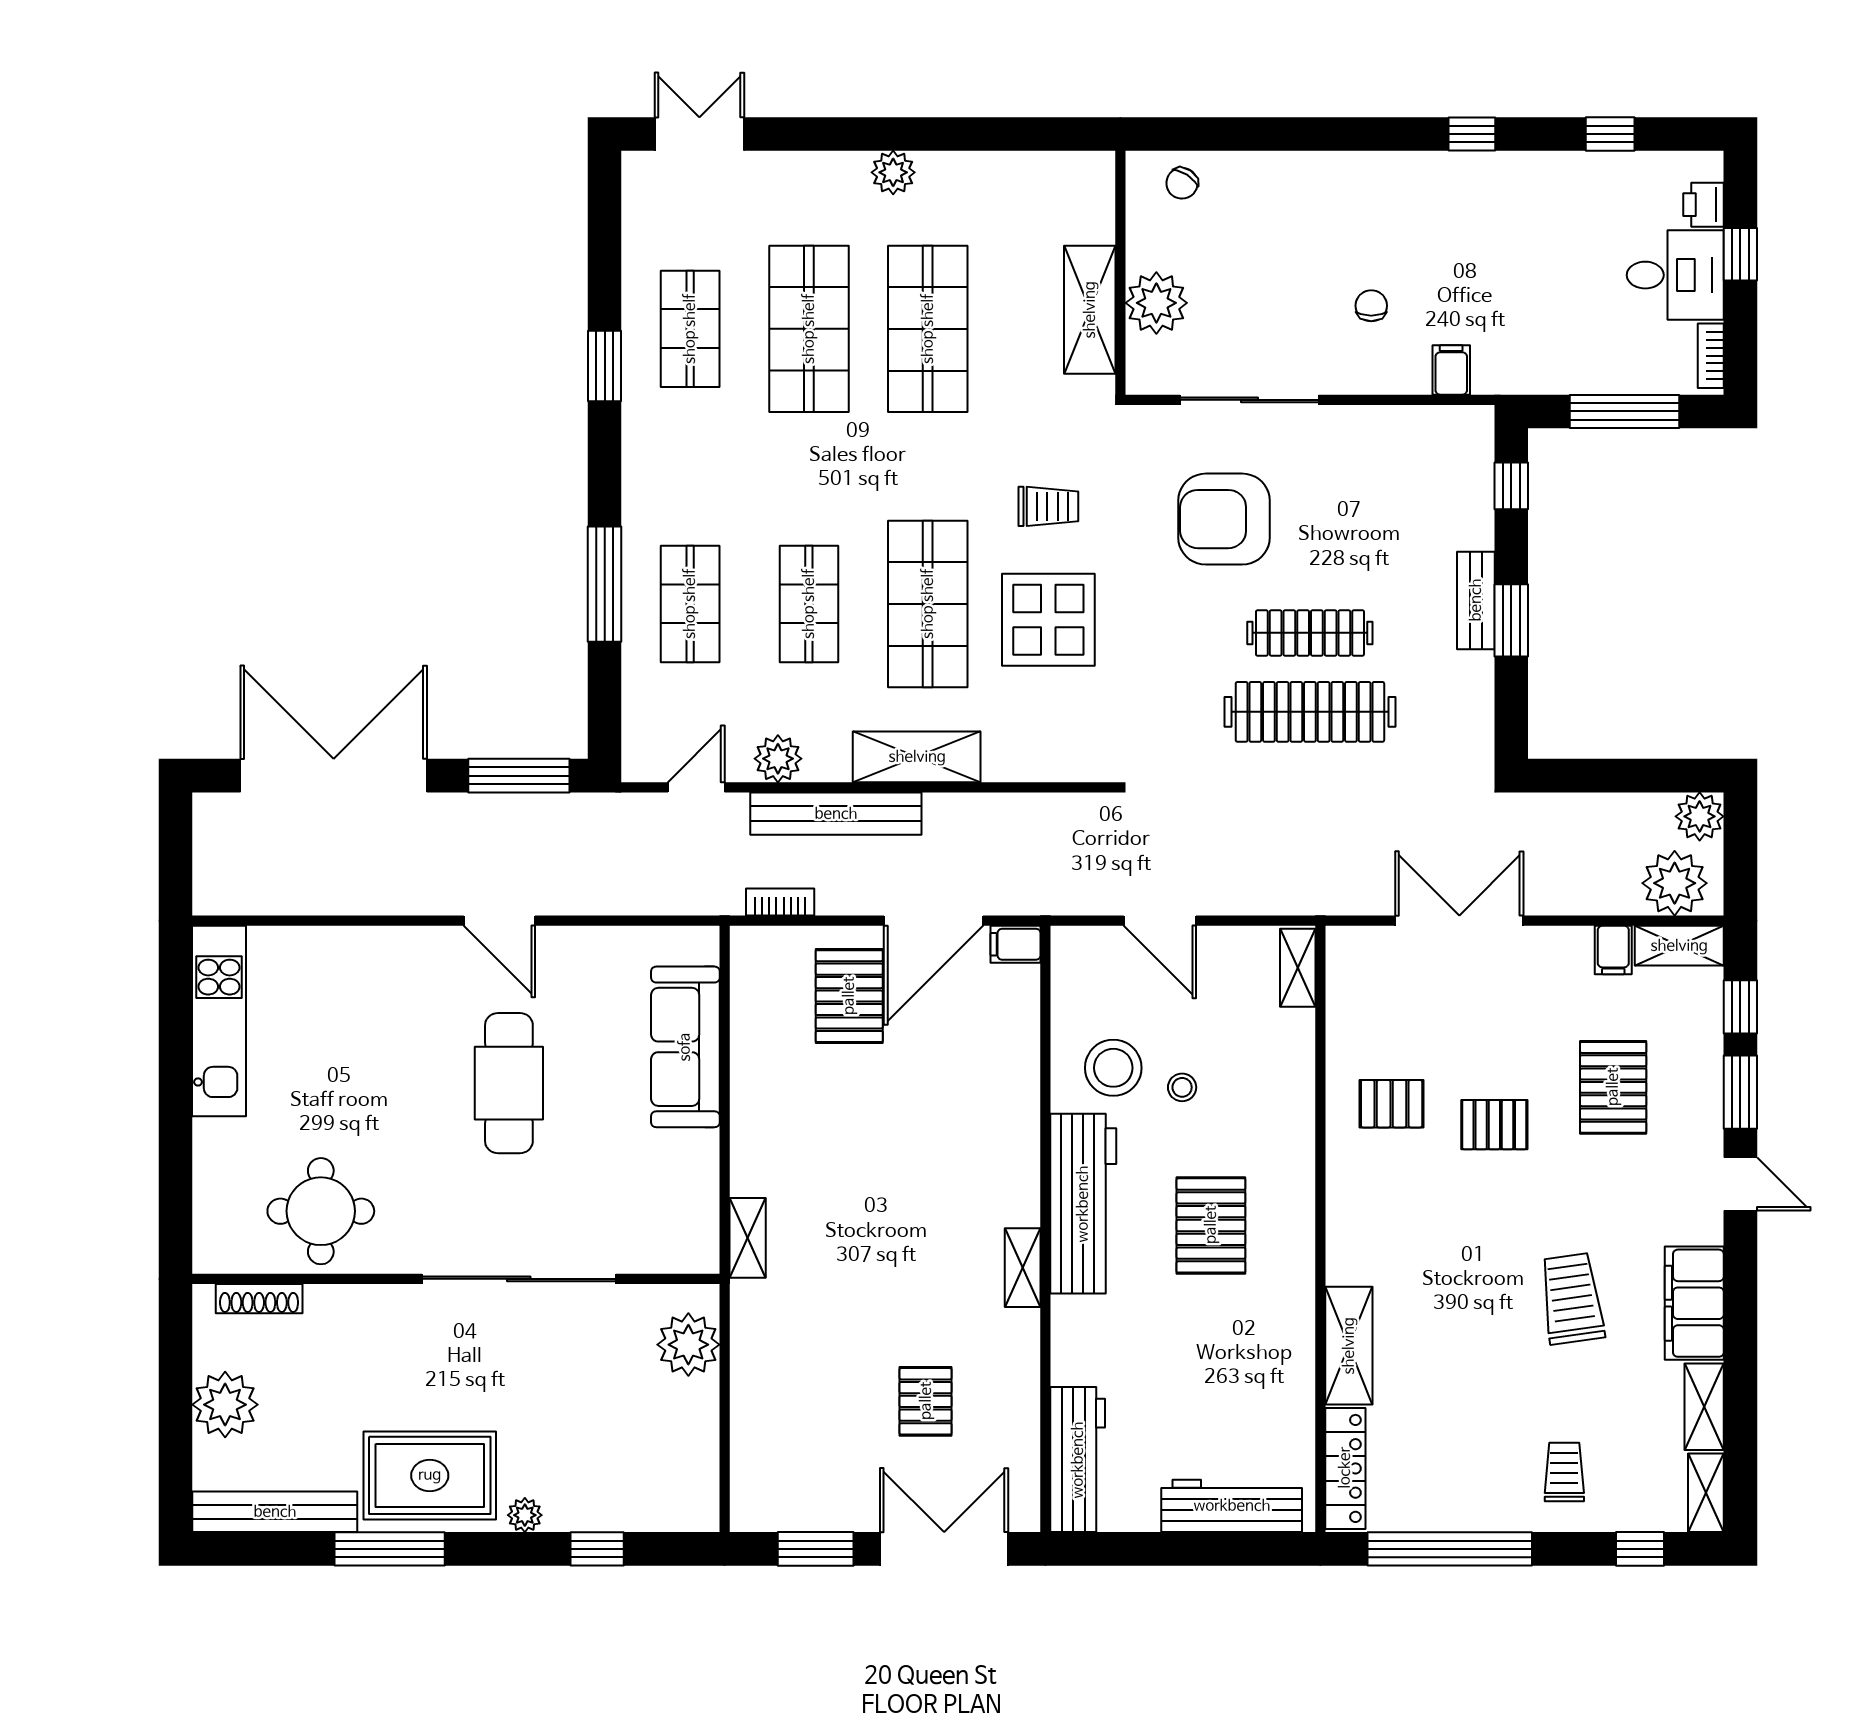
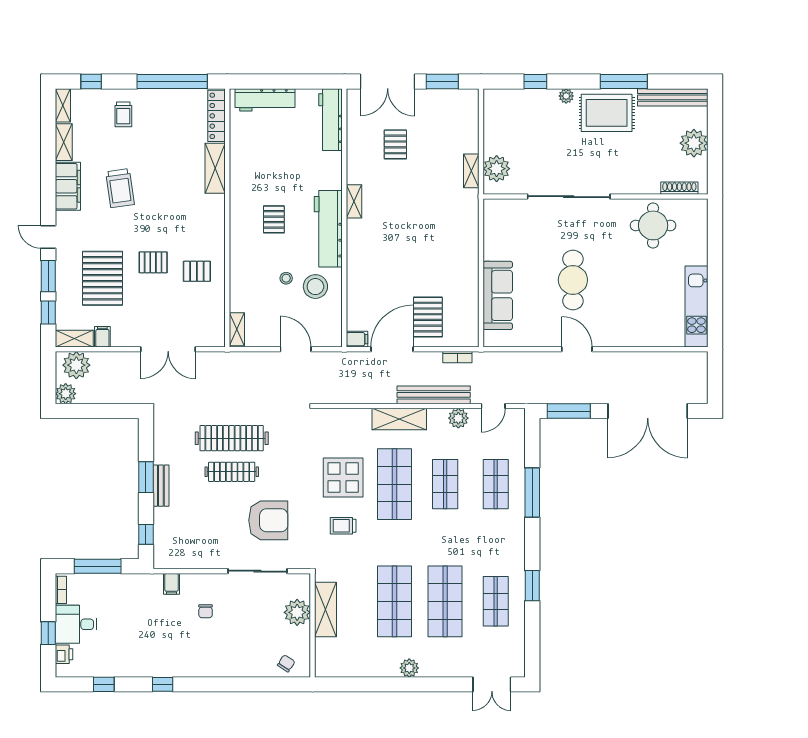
pallet: (1613, 1087) -> (102, 278), width x1.37, depth x1.41
pallet: (1211, 1225) -> (274, 219), width x0.67, depth x0.71
shelving: (748, 1238) -> (471, 171), moved

